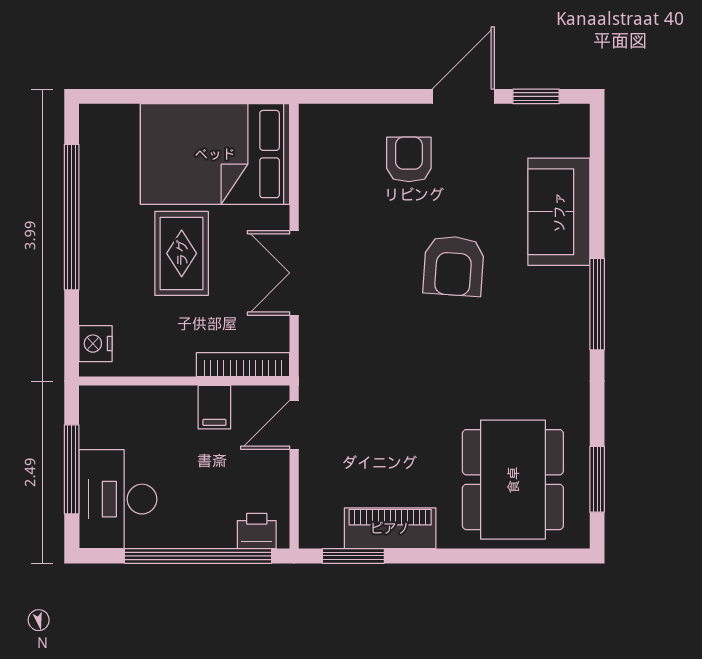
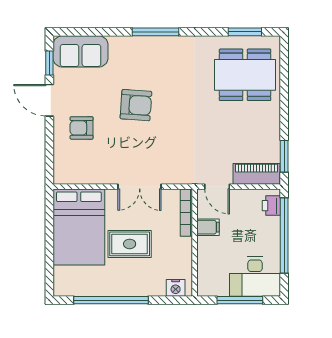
sofa: (559, 212) -> (80, 51), moved
piano: (390, 528) -> (256, 174), moved, turned 90

